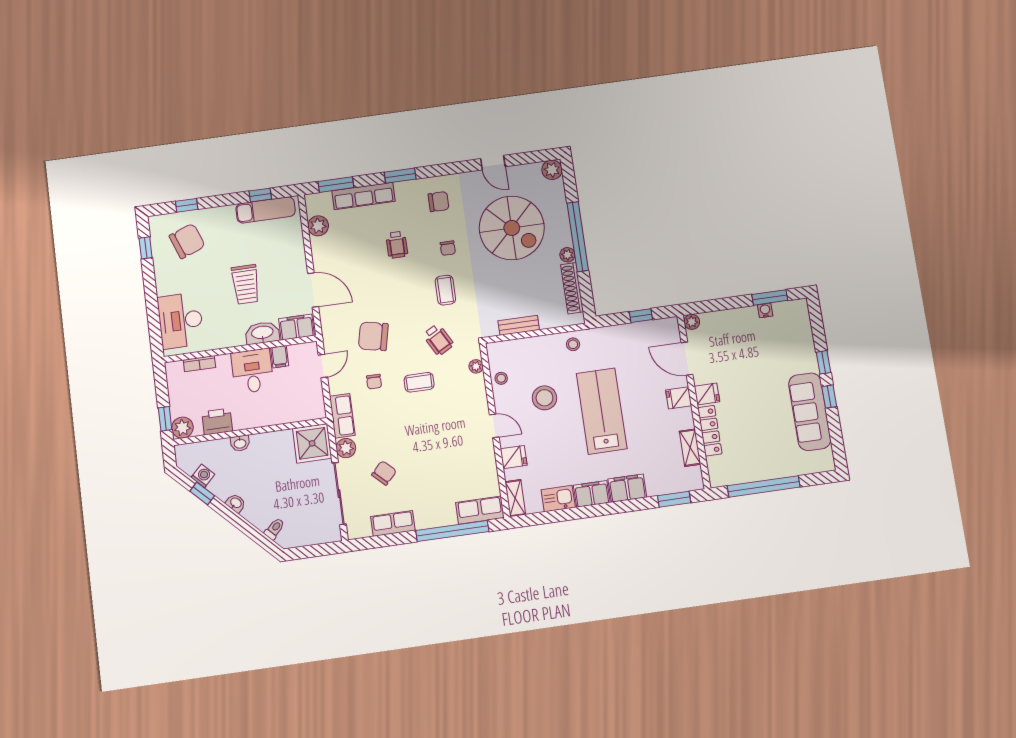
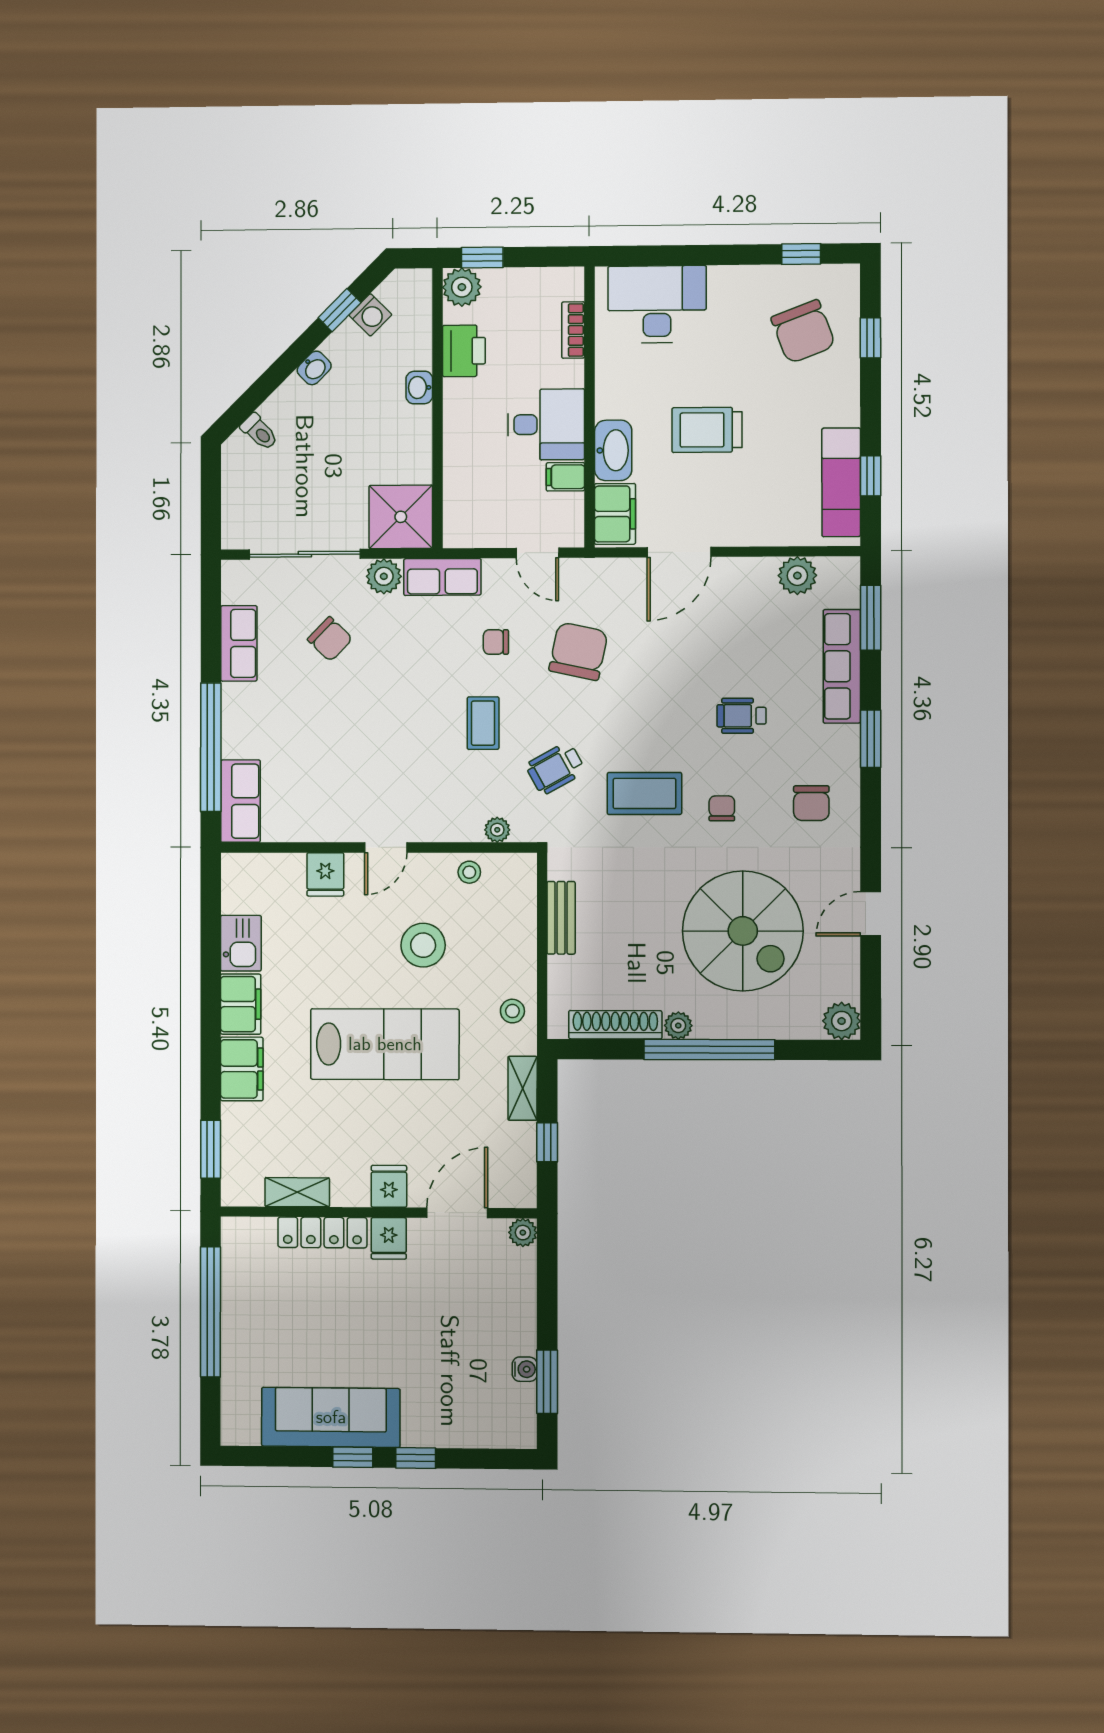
spiral stairs: (512, 228) -> (743, 931), turned -90
chair: (448, 248) -> (722, 808), turned 90
coffee table: (445, 290) -> (644, 793), width x1.36, depth x1.30
shelving: (515, 498) -> (523, 1088), moved, turned 90

